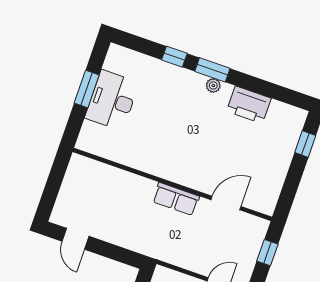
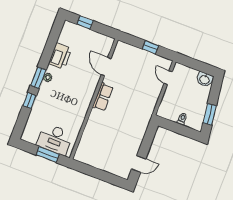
wall: (172, 184) -> (94, 99), moved
row of seats: (176, 199) -> (103, 97), moved
door: (226, 203) -> (106, 67), moved

